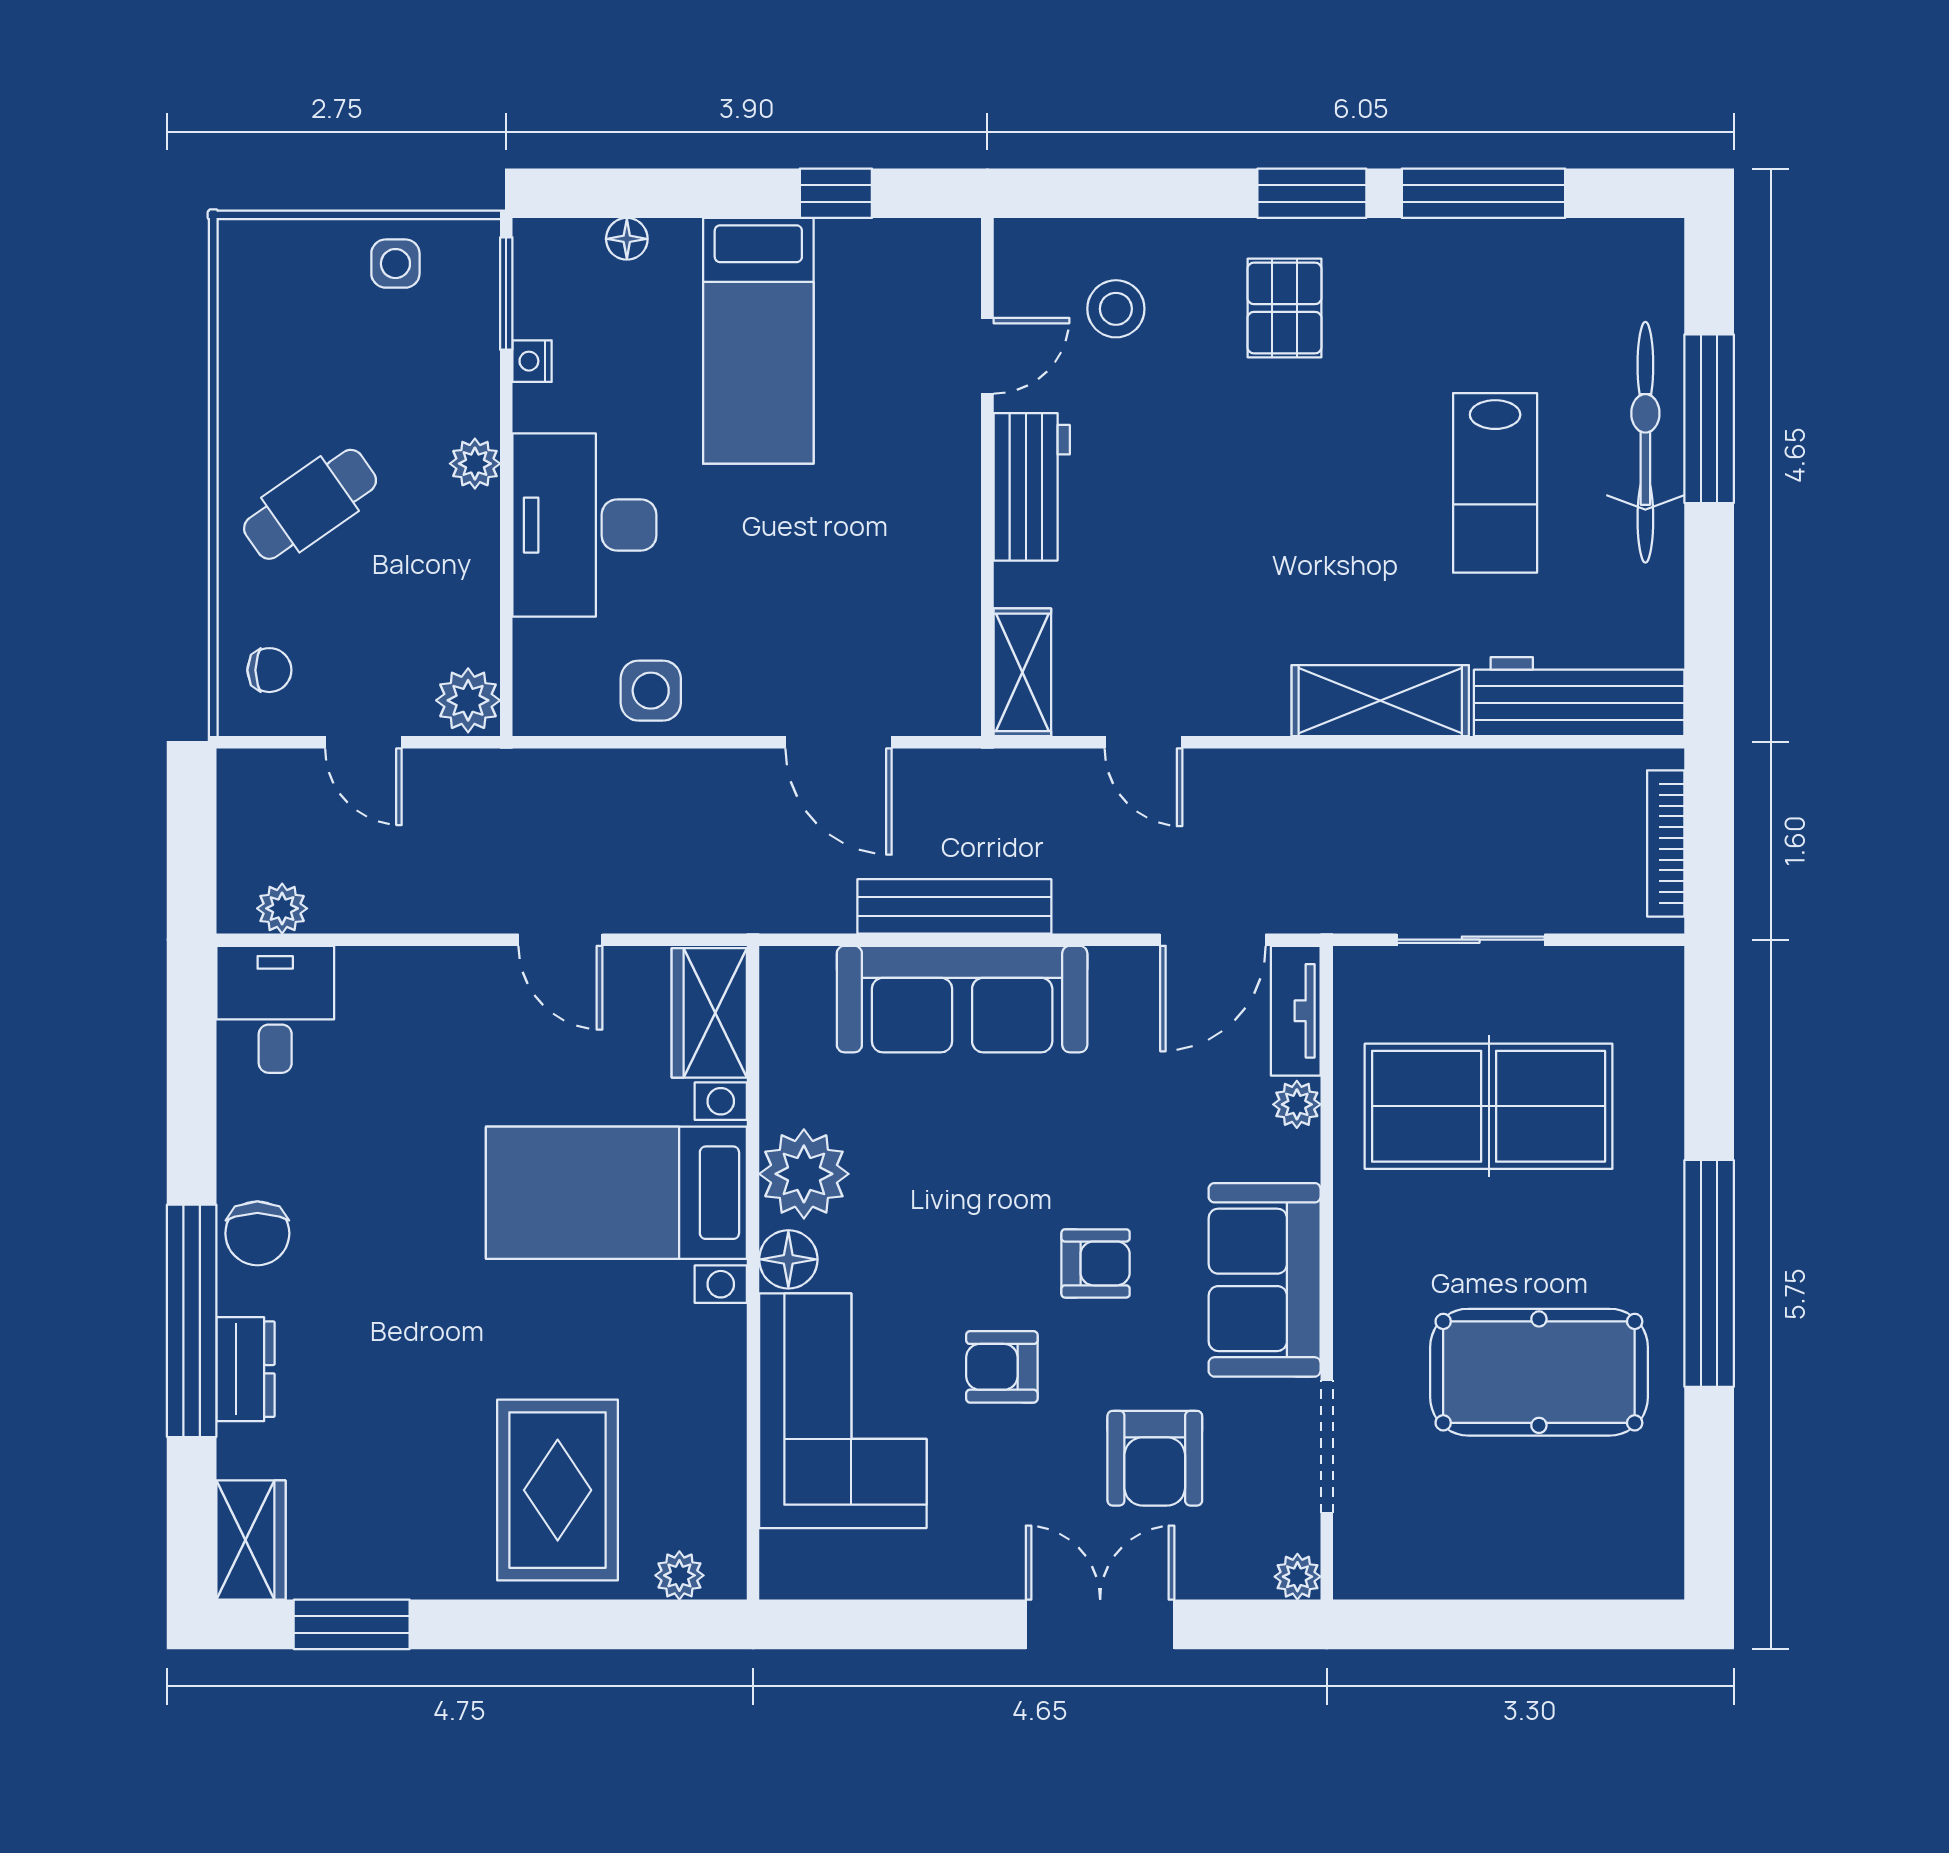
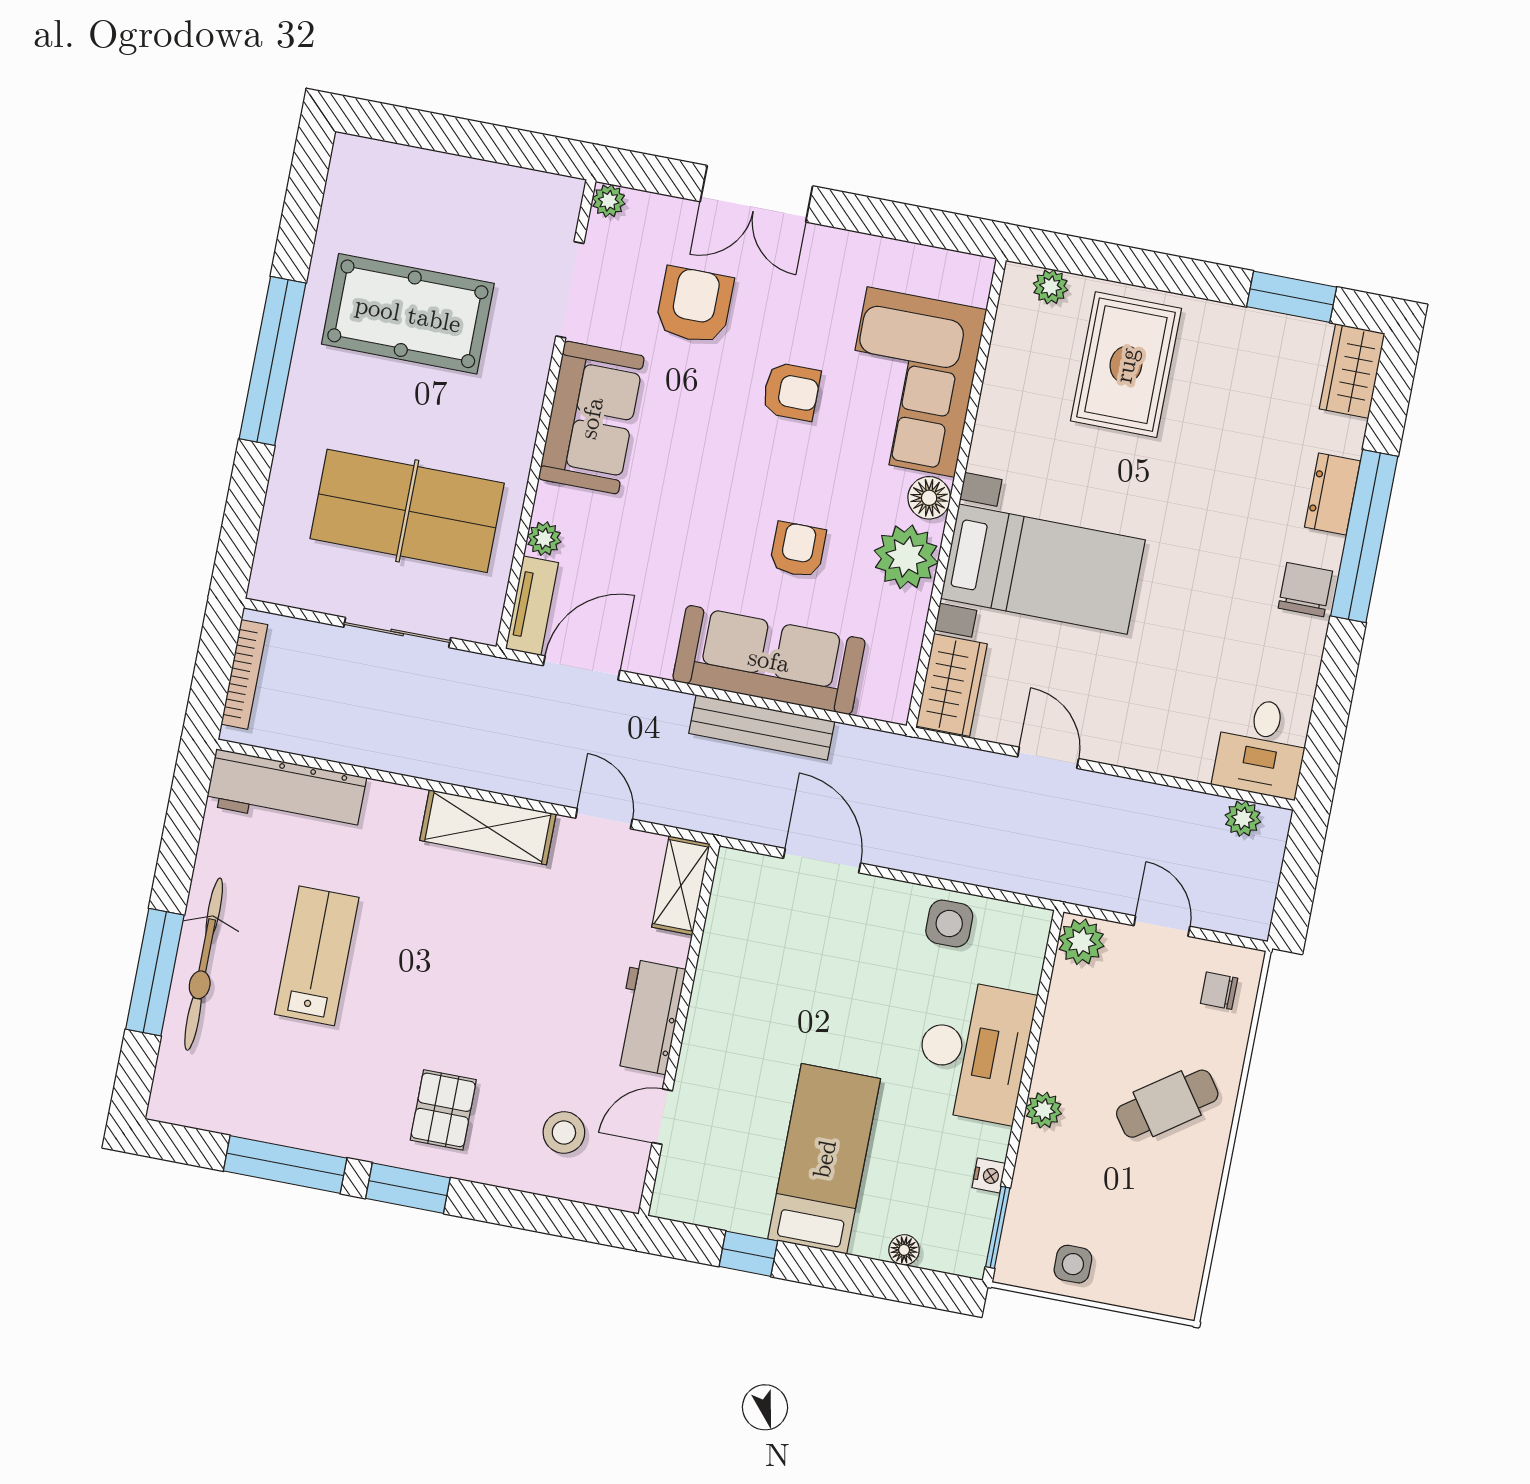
shelving: (1380, 701) -> (488, 827), moved
armchair: (1096, 1263) -> (798, 550), moved, turned 90

